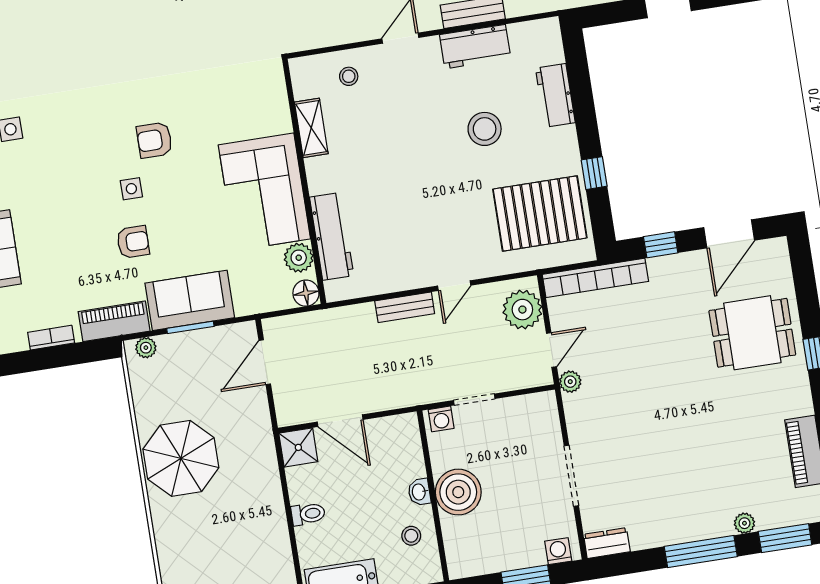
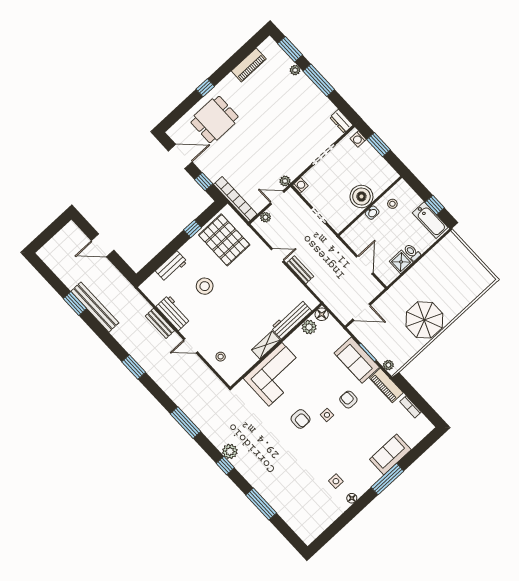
shelving: (311, 128) -> (266, 345), moved
corner sofa: (264, 192) -> (275, 374), moved
plant: (522, 310) -> (265, 217), width x0.53, depth x0.53
dining table: (752, 333) -> (215, 120), turned 90
washing machine: (441, 419) -> (300, 185), moved
shower: (298, 447) -> (401, 262), moved

